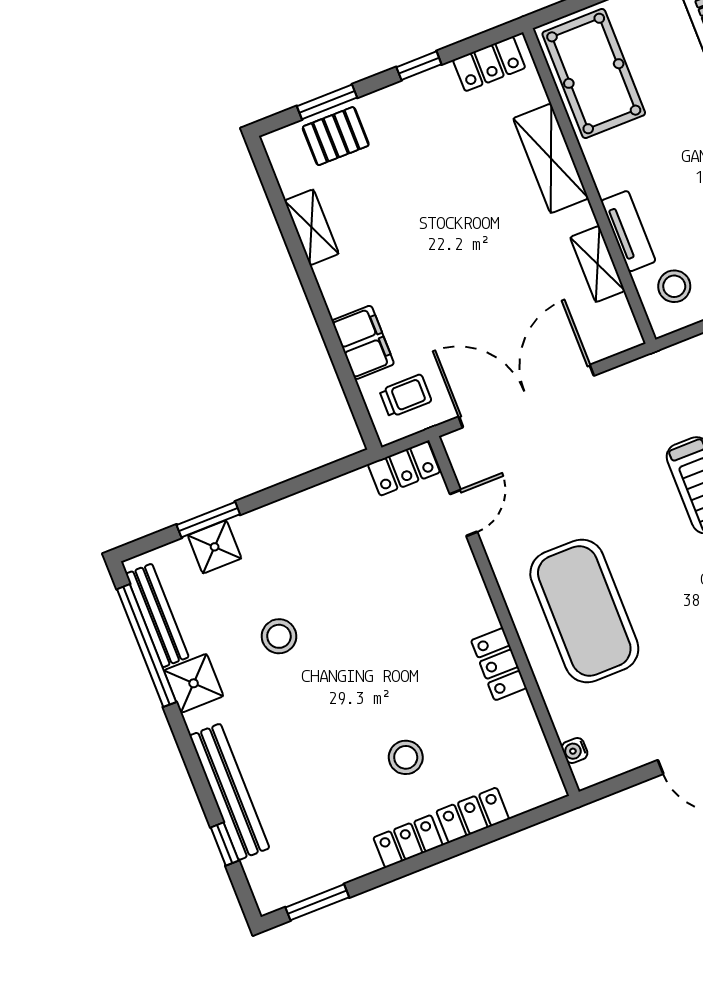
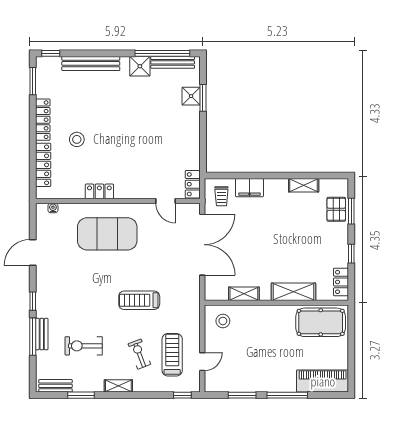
tv unit: (628, 231) -> (252, 311), removed
stool: (279, 636) -> (145, 108), removed
locker: (473, 815) -> (43, 165), width x1.53
locker: (408, 841) -> (43, 120), width x1.53
window: (225, 844) -> (51, 53), moved

